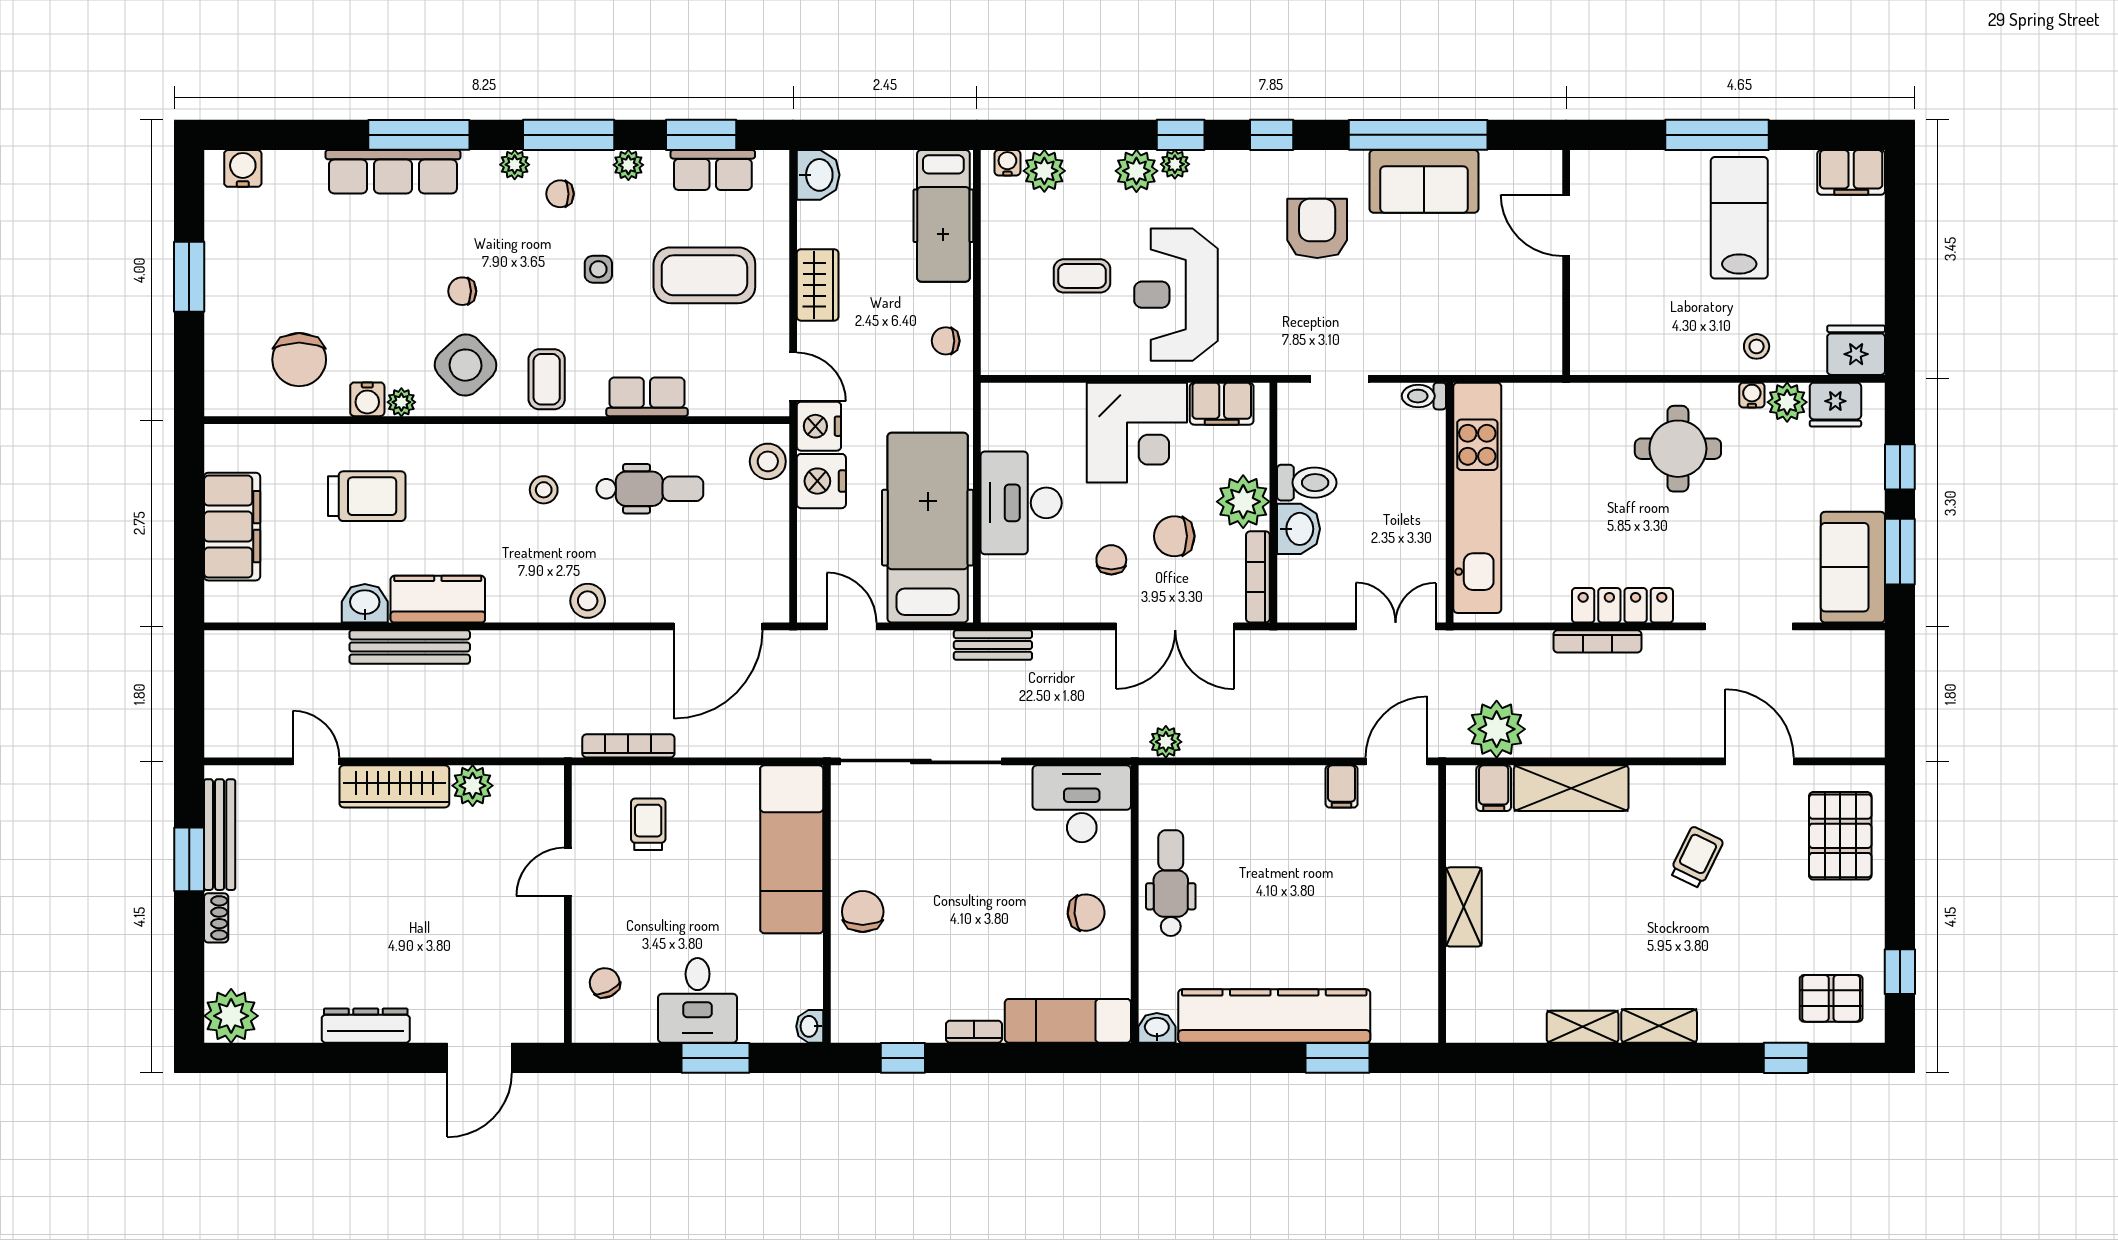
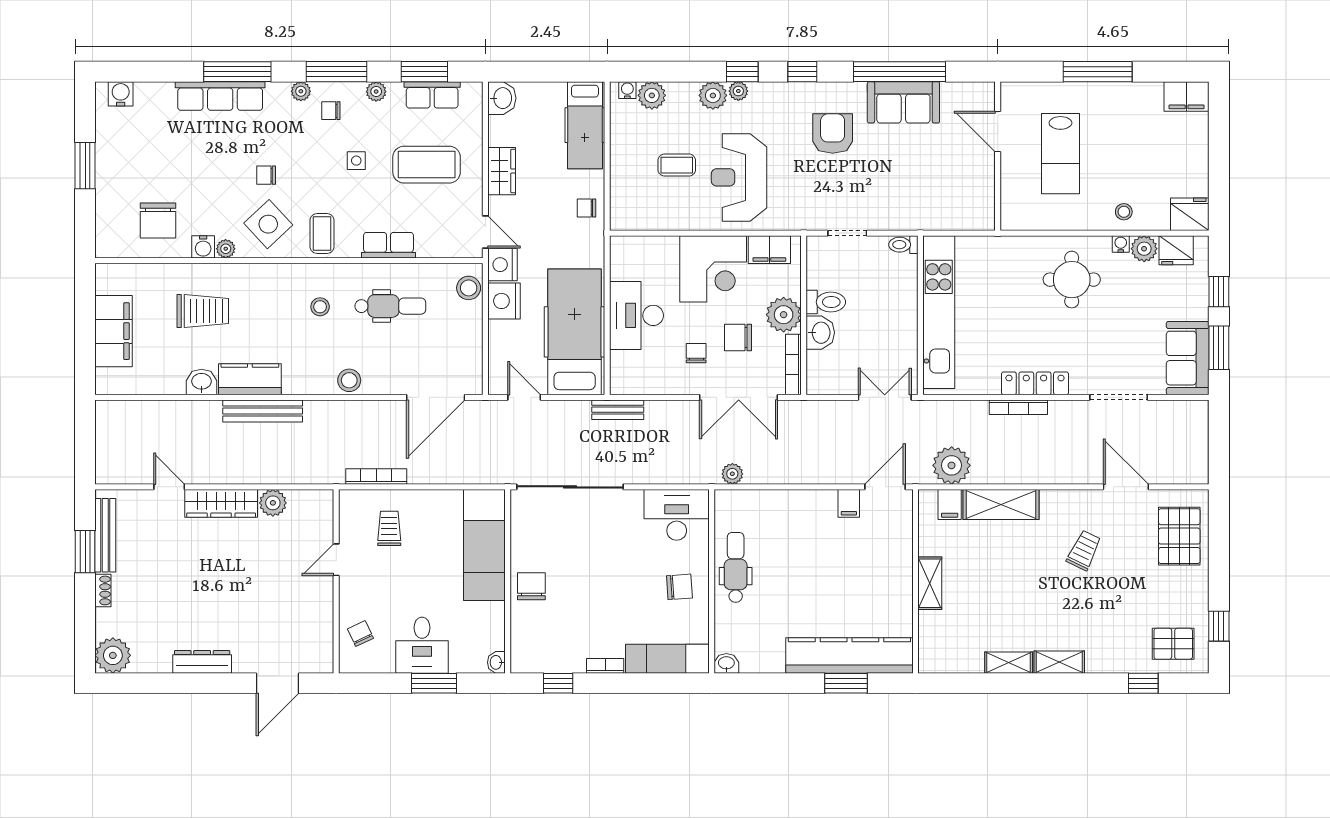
lab bench: (1739, 218) -> (1060, 154), moved, turned 180
bench: (410, 647) -> (263, 411), moved
kitchen counter: (1274, 1016) -> (849, 656), moved

